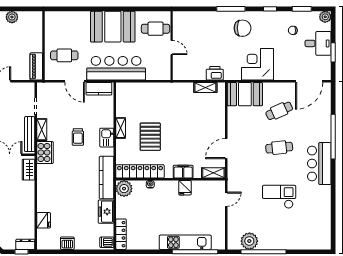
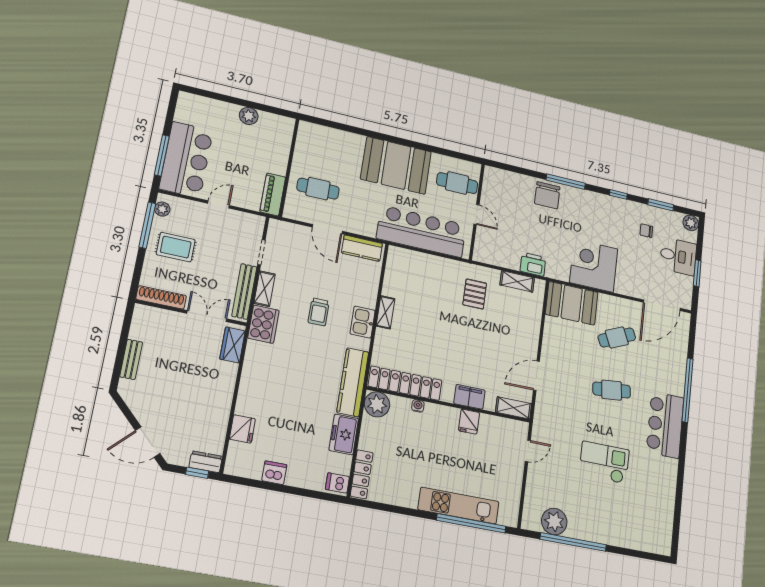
chair: (243, 28) -> (547, 195), moved, turned 90
bar counter: (116, 68) -> (421, 231), moved
pallet: (150, 137) -> (475, 294), moved, width x0.67, depth x0.71

